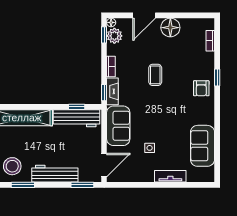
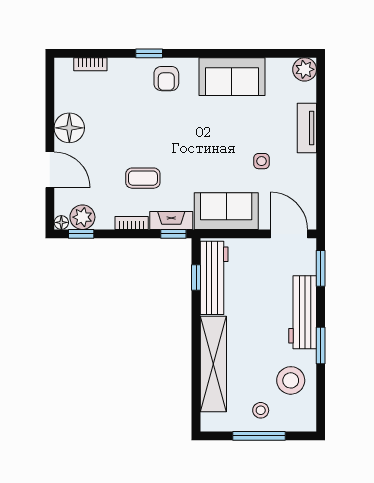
coffee table: (155, 75) -> (143, 178), moved
armchair: (201, 88) -> (166, 79), turned 90
sofa: (202, 146) -> (232, 77), moved
plant: (207, 175) -> (305, 69), added
window: (23, 185) -> (321, 346), moved

